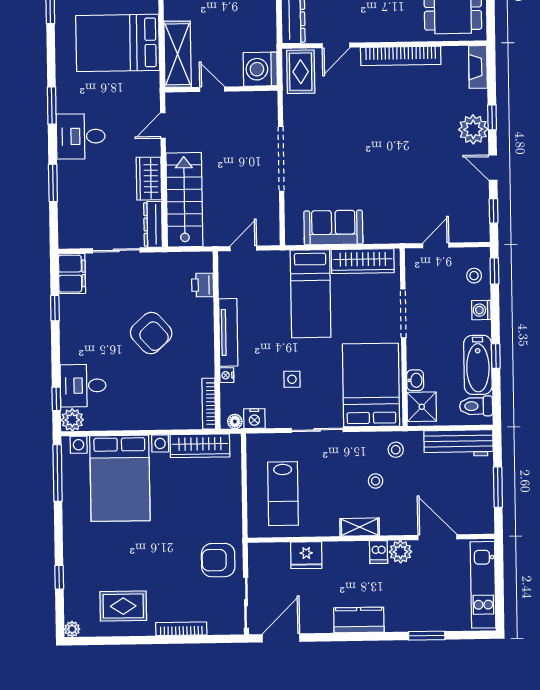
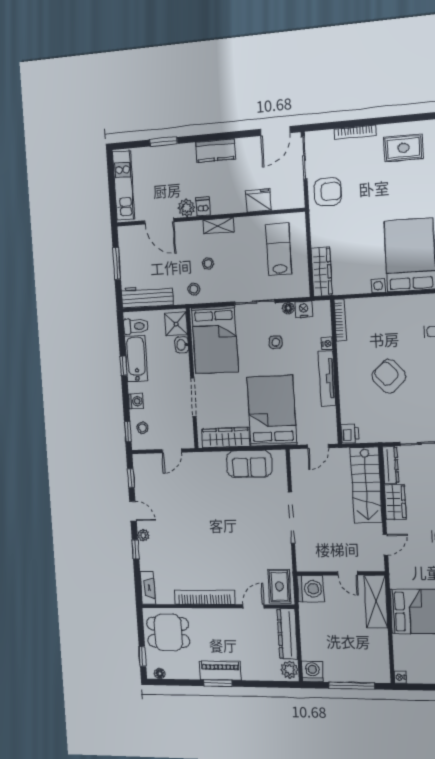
plant: (473, 129) -> (143, 535), width x0.53, depth x0.53
printer: (203, 285) -> (350, 433), moved
bed: (311, 294) -> (272, 411), width x1.50
floor lamp: (235, 421) -> (288, 308), moved
wardrobe: (200, 446) -> (322, 272), moved, turned 90

